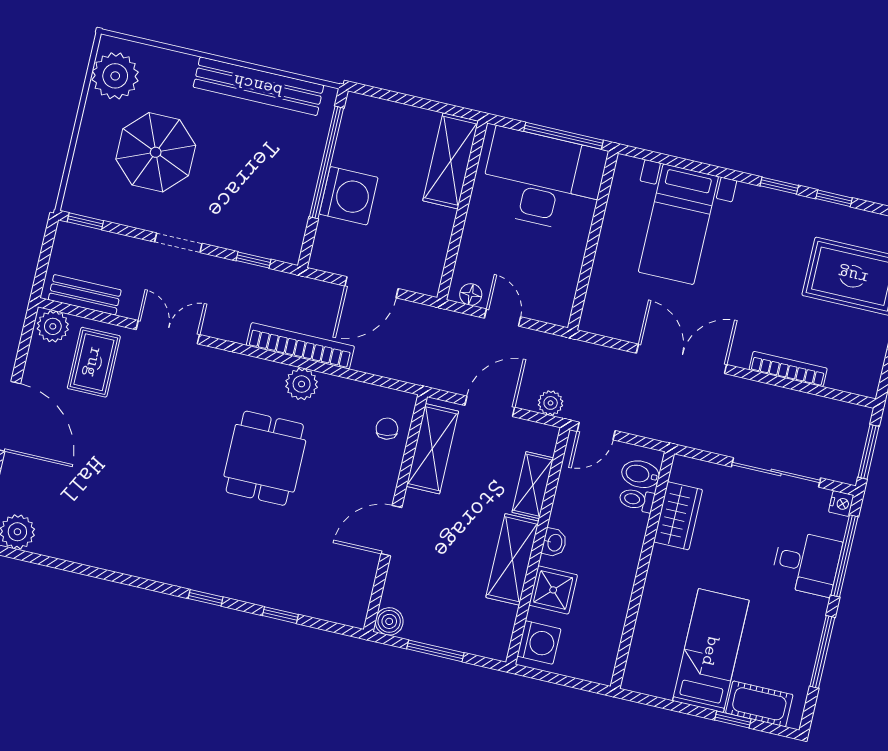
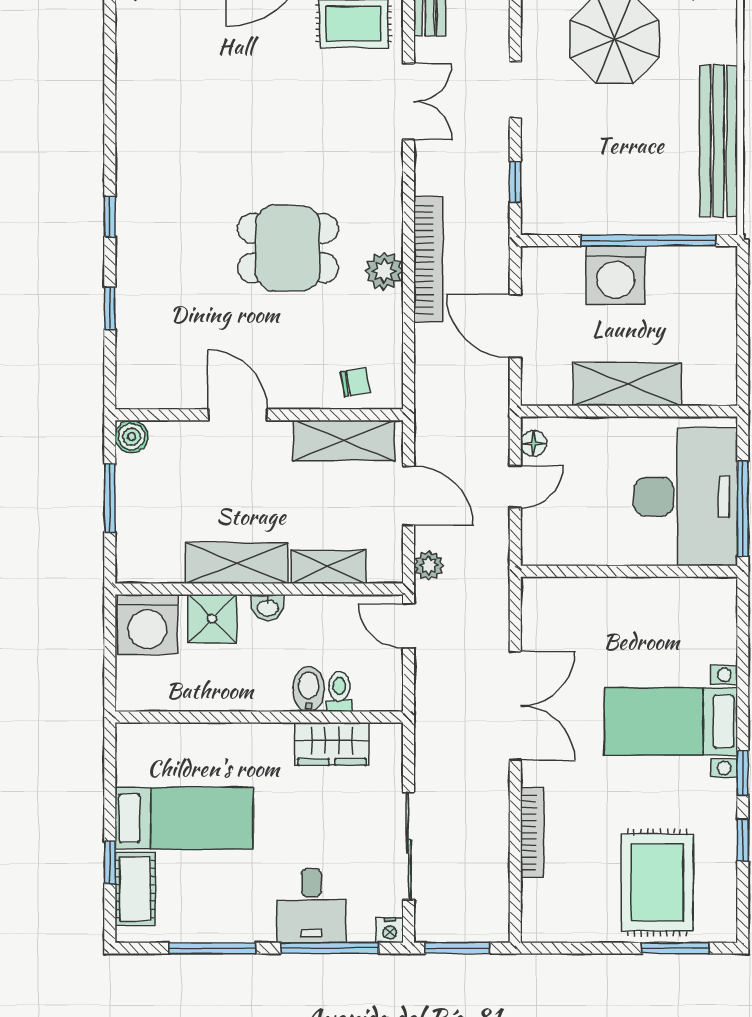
shelving: (451, 161) -> (627, 384), moved
bed with nightstands: (678, 224) -> (671, 721), moved
bidet: (640, 474) -> (309, 689), moved
washing machine: (539, 642) -> (147, 624), width x1.37, depth x1.37

